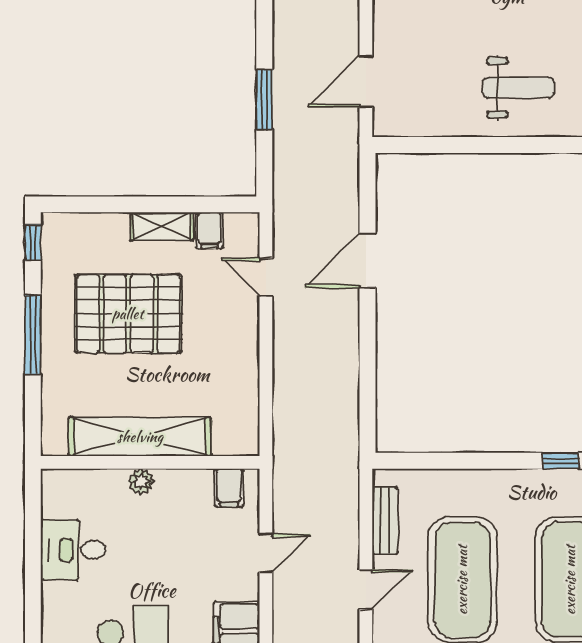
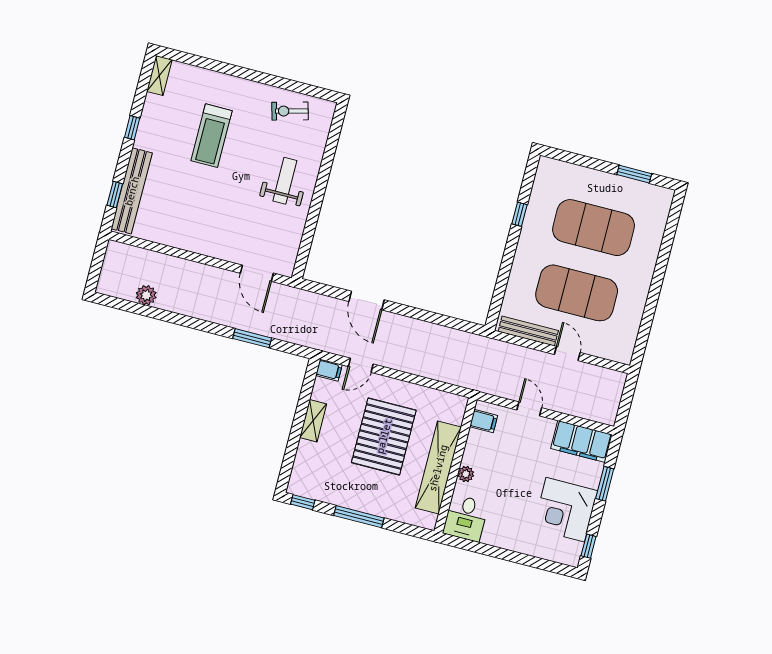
filing cabinet: (209, 230) -> (329, 370), moved
pallet: (128, 314) -> (384, 436), moved
bench: (385, 521) -> (528, 331), width x1.36
desk: (73, 550) -> (466, 518), moved

